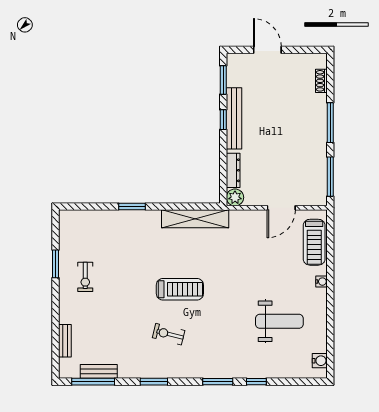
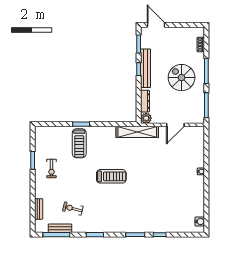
door: (267, 50) -> (156, 25), moved
spiral stairs: (291, 133) -> (182, 78), added
shelving: (195, 219) -> (137, 132), moved
treadmill: (314, 242) -> (79, 143), moved
weight bench: (279, 321) -> (174, 197), removed
exercise bike: (169, 334) -> (73, 209), moved

